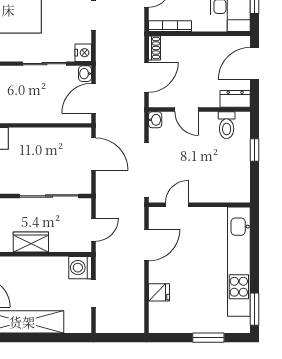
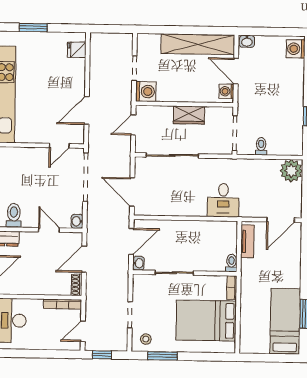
nightstand: (83, 53) -> (140, 282), removed
fridge: (159, 292) -> (77, 50), moved

